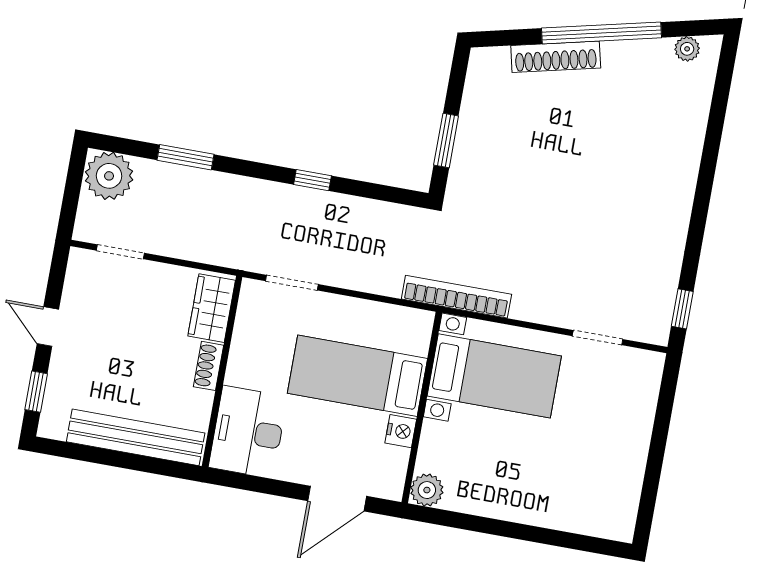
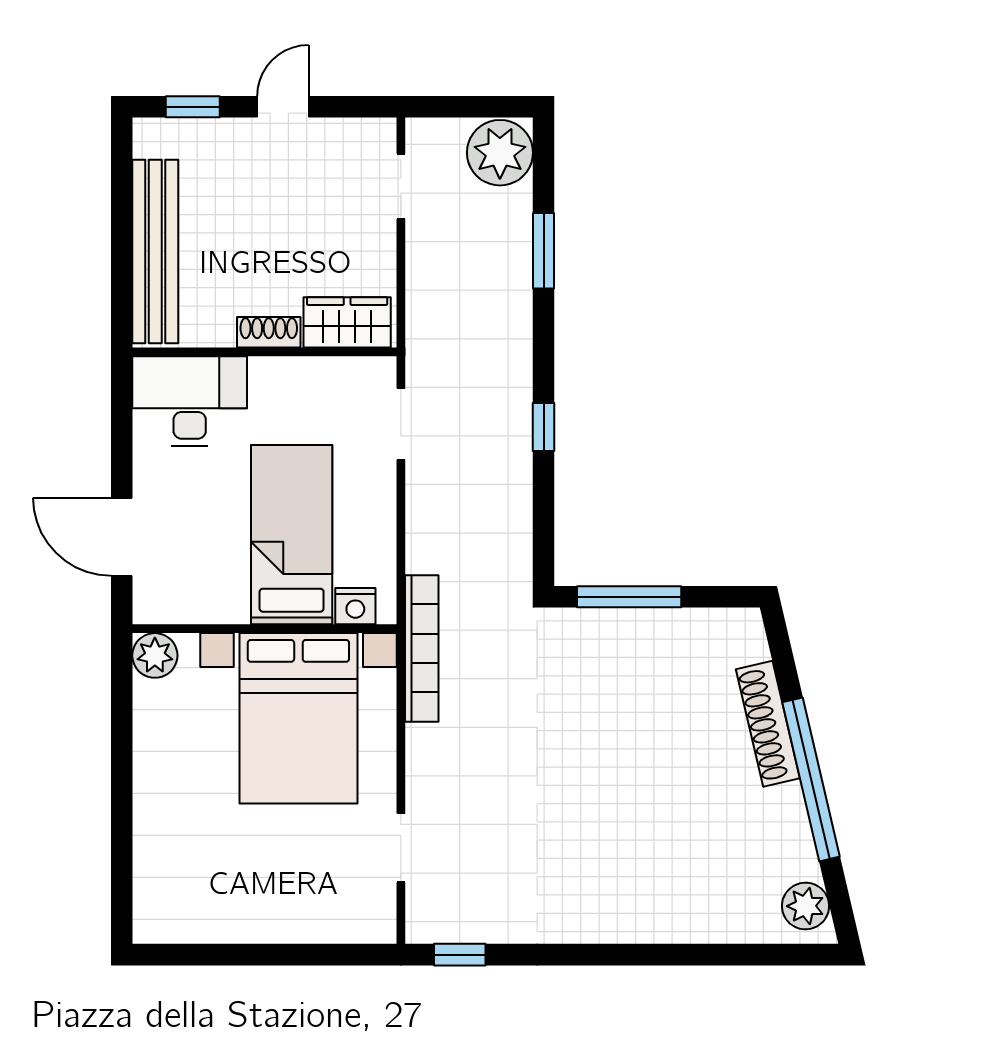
plant: (687, 49) -> (806, 906), width x1.38, depth x1.38
window: (446, 140) -> (629, 597), width x1.44
bed with nightstands: (494, 376) -> (298, 718), width x1.36
nightstand: (401, 431) -> (355, 606), moved

